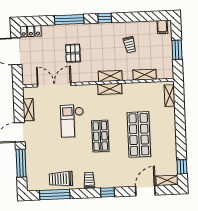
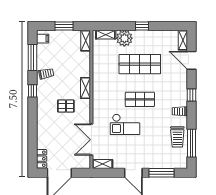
window: (69, 20) -> (32, 58), moved
trolley: (130, 45) -> (46, 74), moved
pallet: (73, 53) -> (66, 106), moved
shelving: (145, 75) -> (86, 41), moved
shelving: (110, 89) -> (97, 89), removed
shelving: (28, 110) -> (102, 164), moved
plant: (166, 116) -> (124, 38), added
window: (182, 167) -> (142, 26), moved

